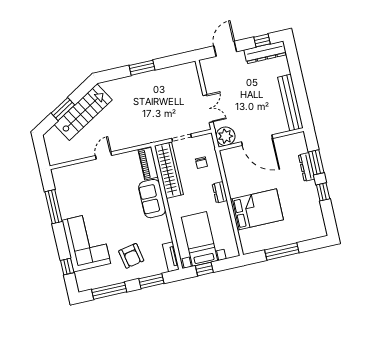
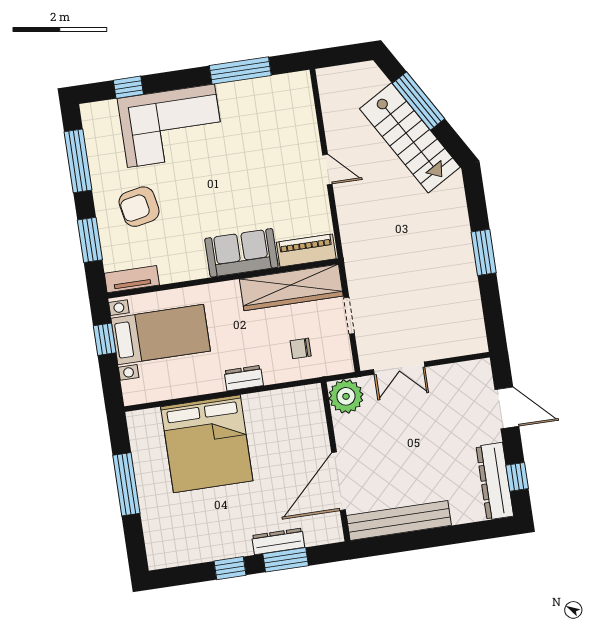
window: (63, 109) -> (418, 101), width x1.44
door: (257, 140) -> (338, 481), moved
bed: (257, 210) -> (207, 444), width x1.36

